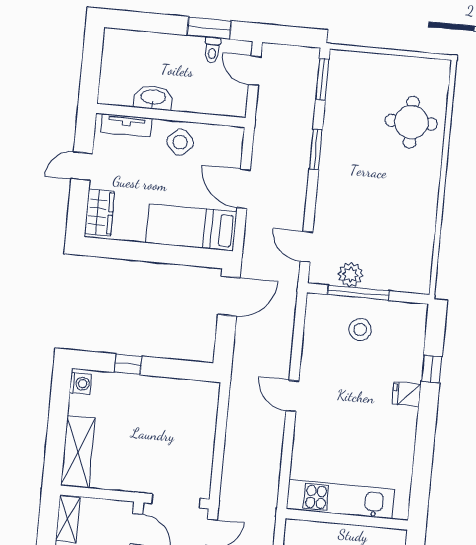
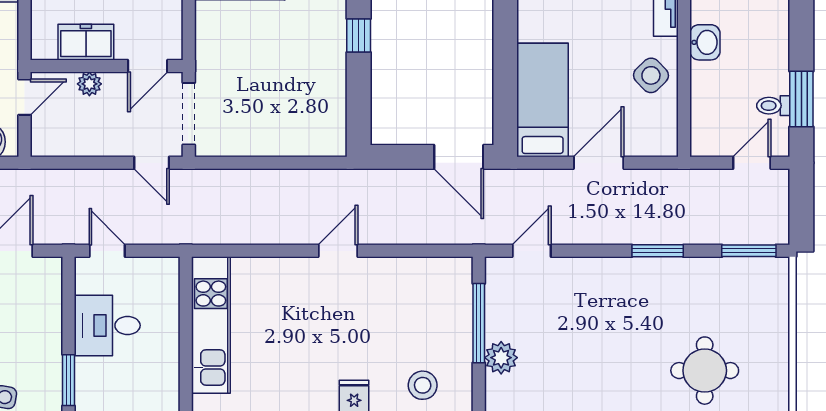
washbasin: (153, 98) -> (705, 42), width x0.72
plant: (350, 275) -> (501, 358), moved
stool: (360, 330) -> (423, 385), moved

